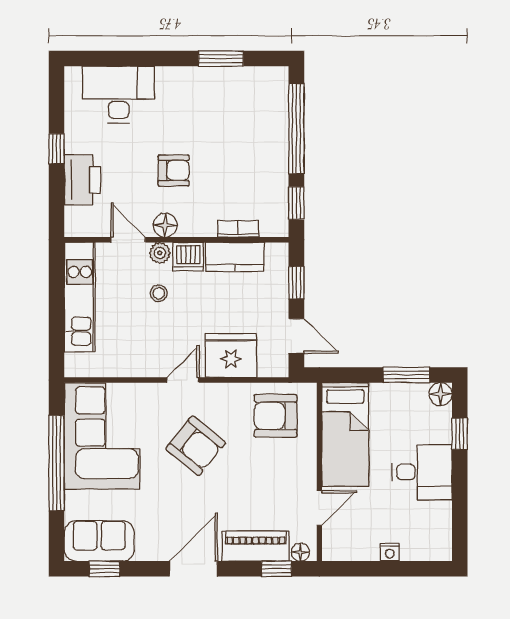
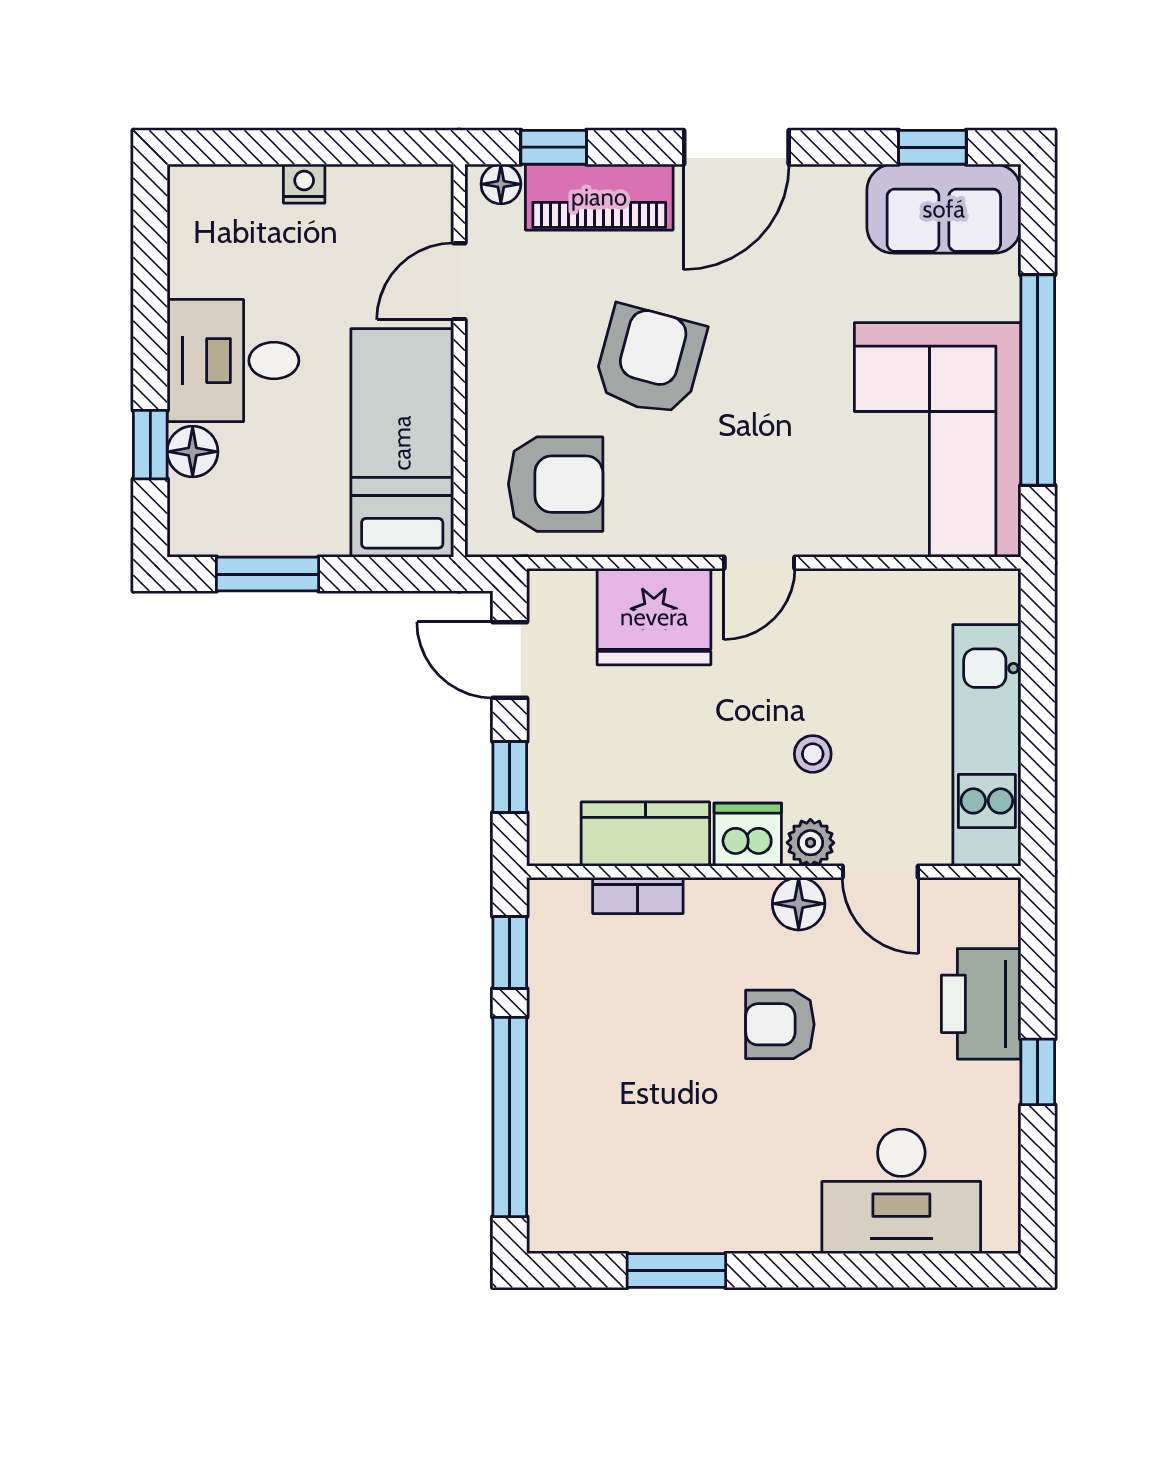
floor lamp: (440, 394) -> (193, 452), moved
armchair: (196, 446) -> (650, 361), moved, turned 66

